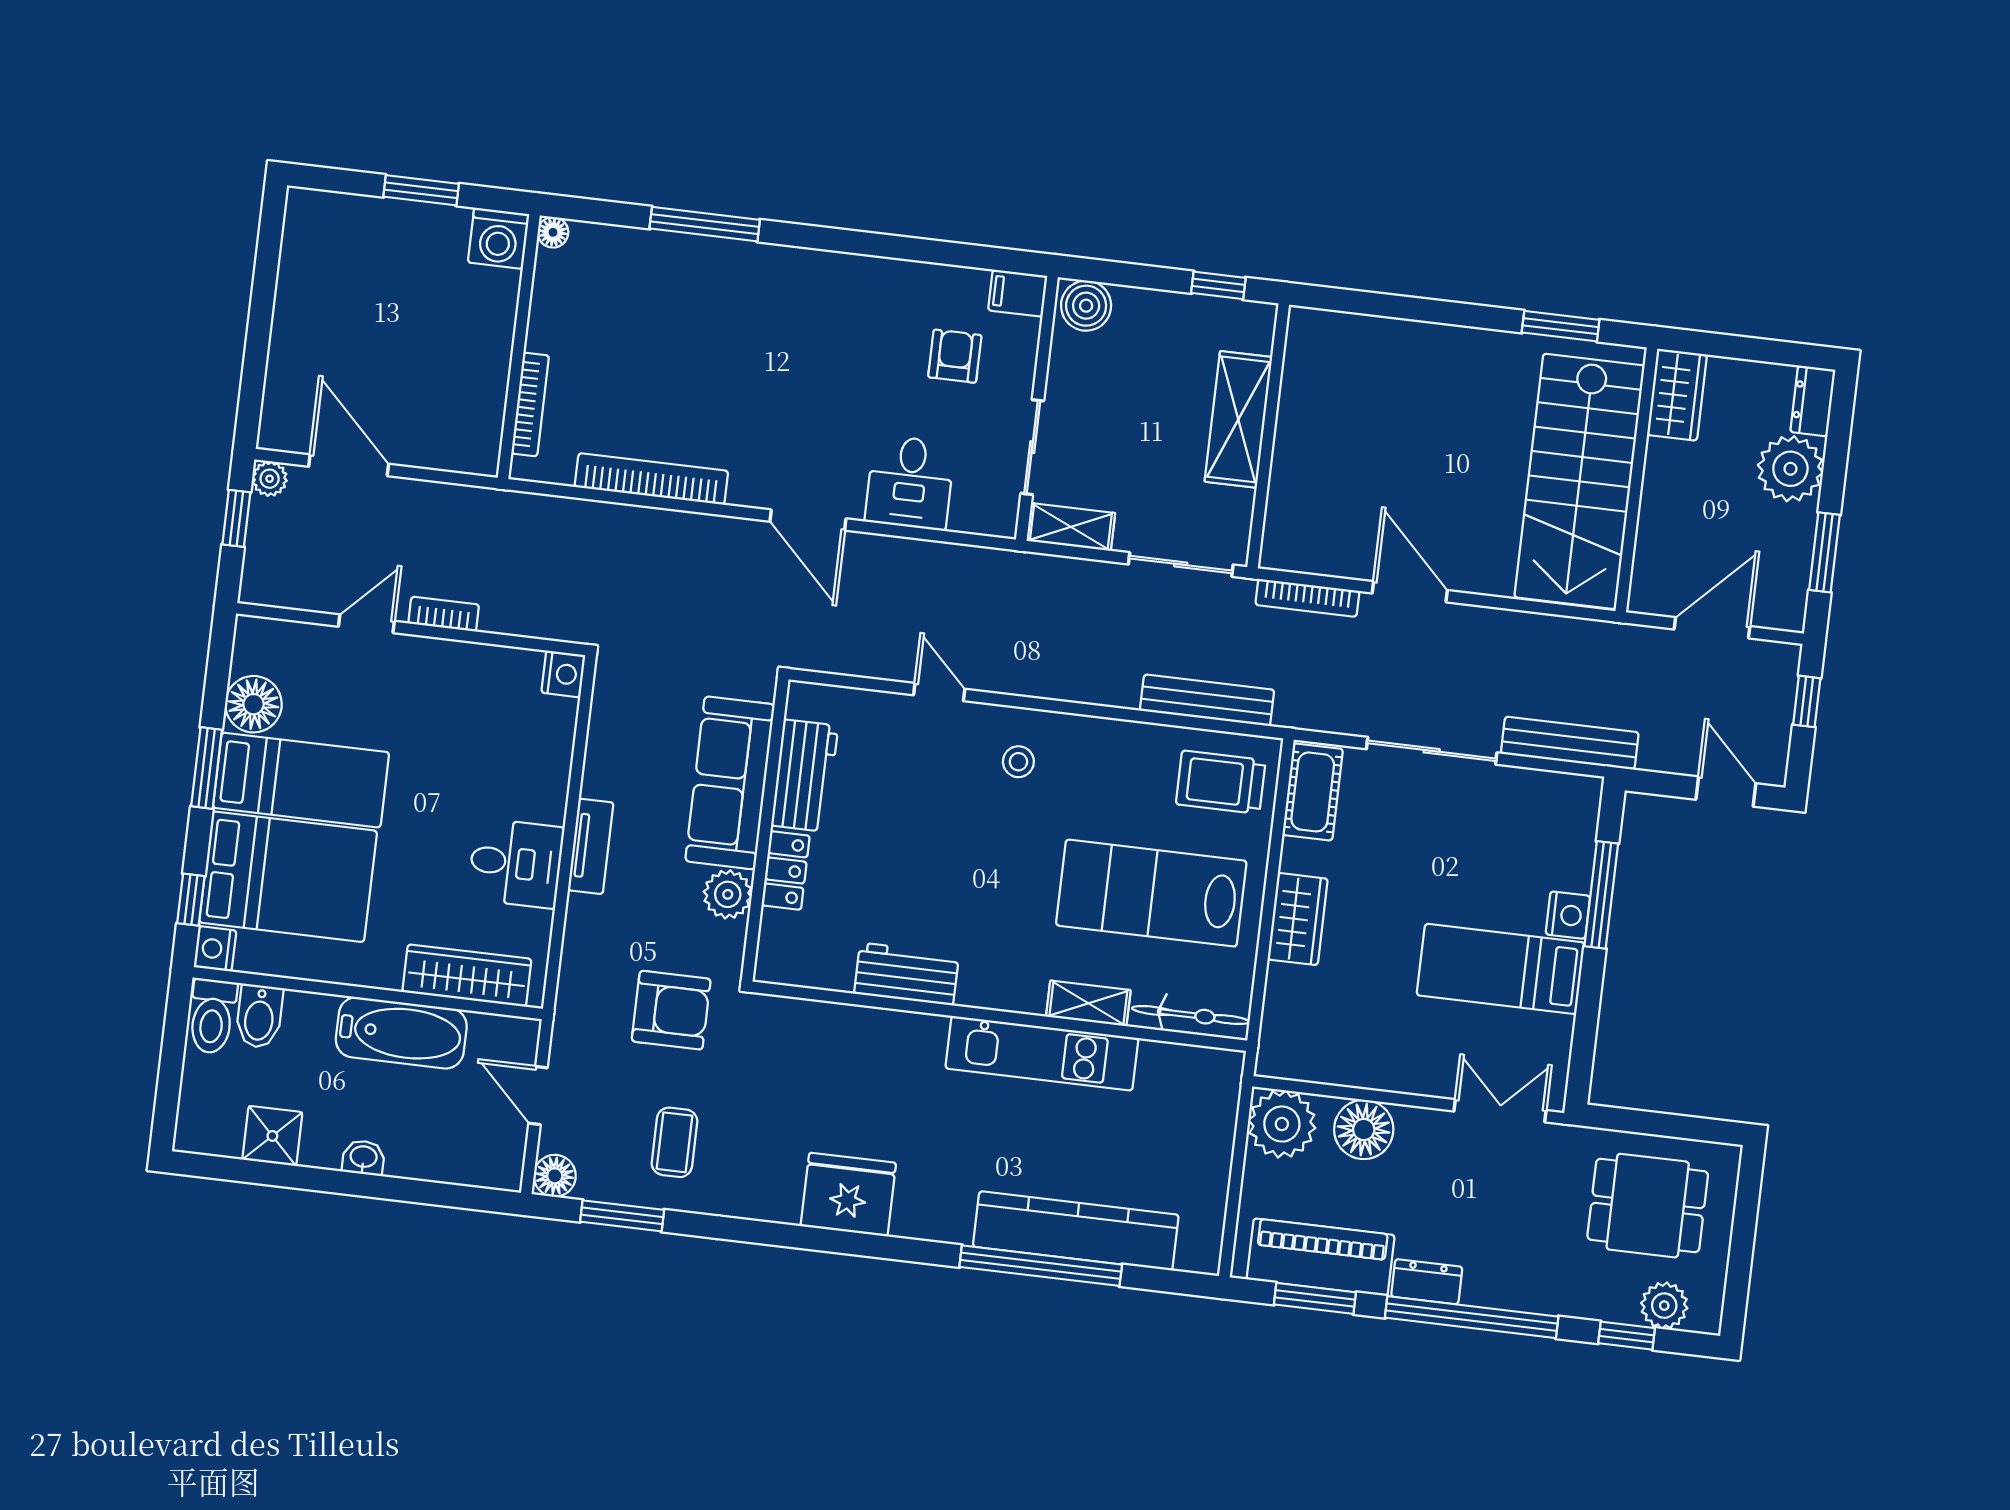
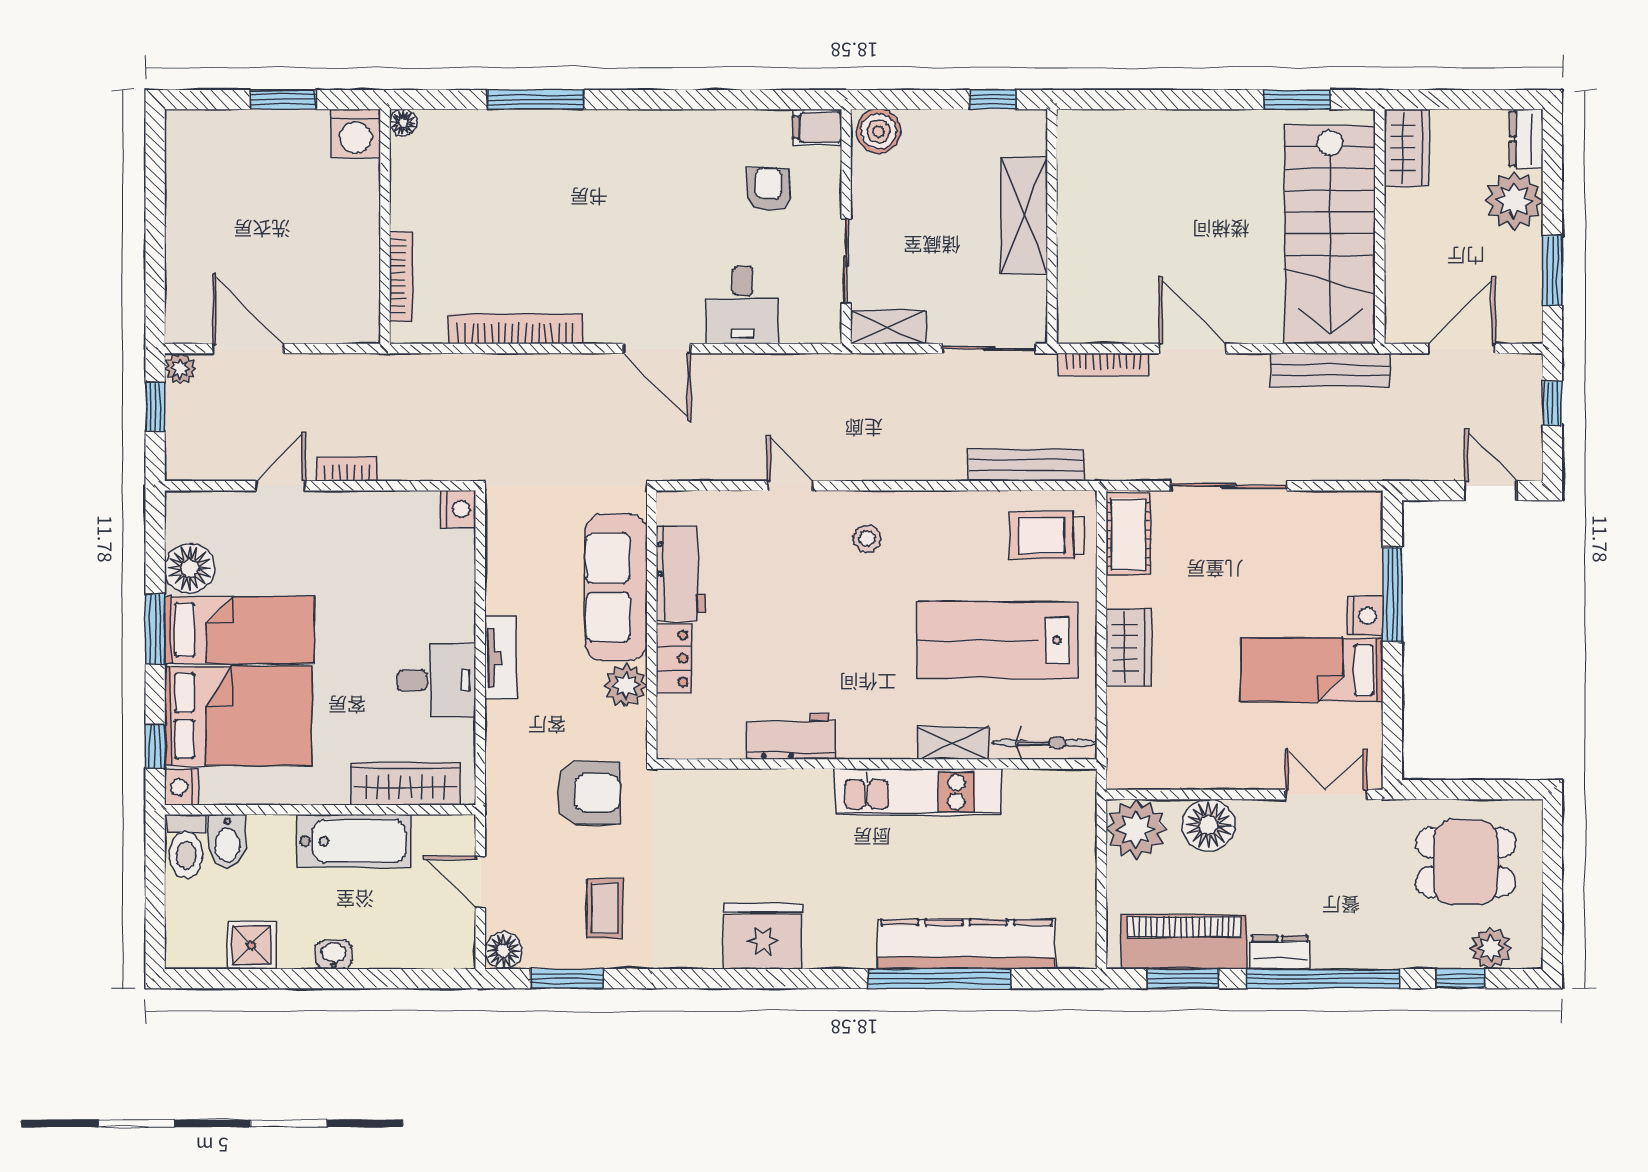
bench: (1570, 743) -> (1330, 370), moved

